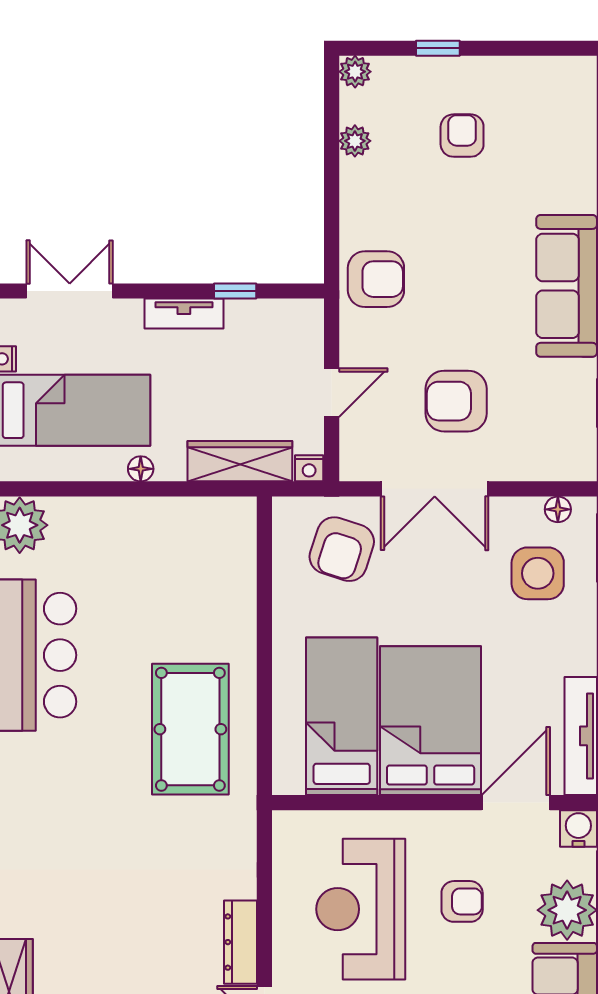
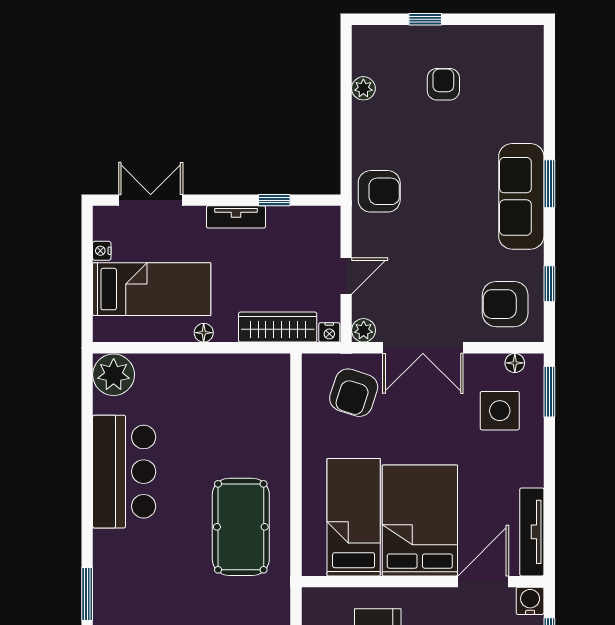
plant: (355, 72) -> (364, 330), moved
armchair: (456, 401) -> (505, 304), moved

